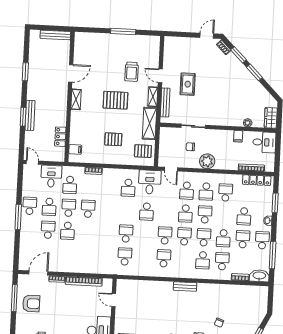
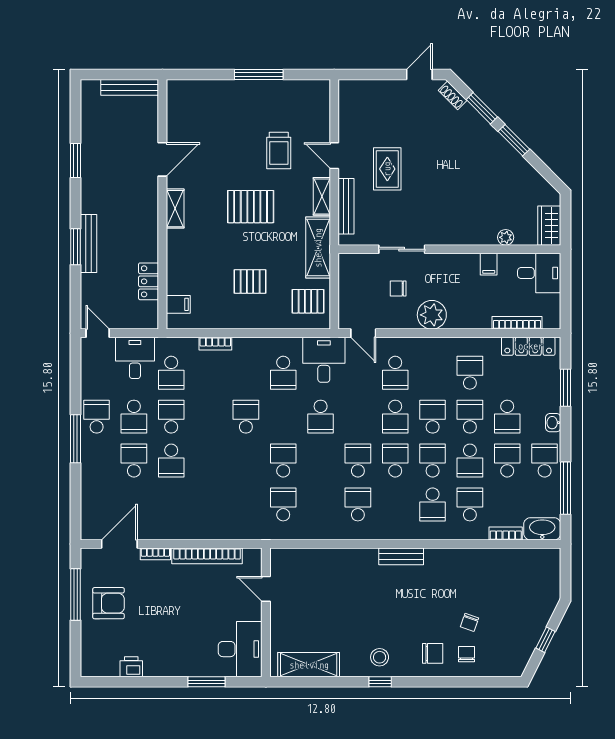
school desk: (206, 192) -> (470, 417), moved, turned 180
school desk: (88, 209) -> (246, 417), moved

